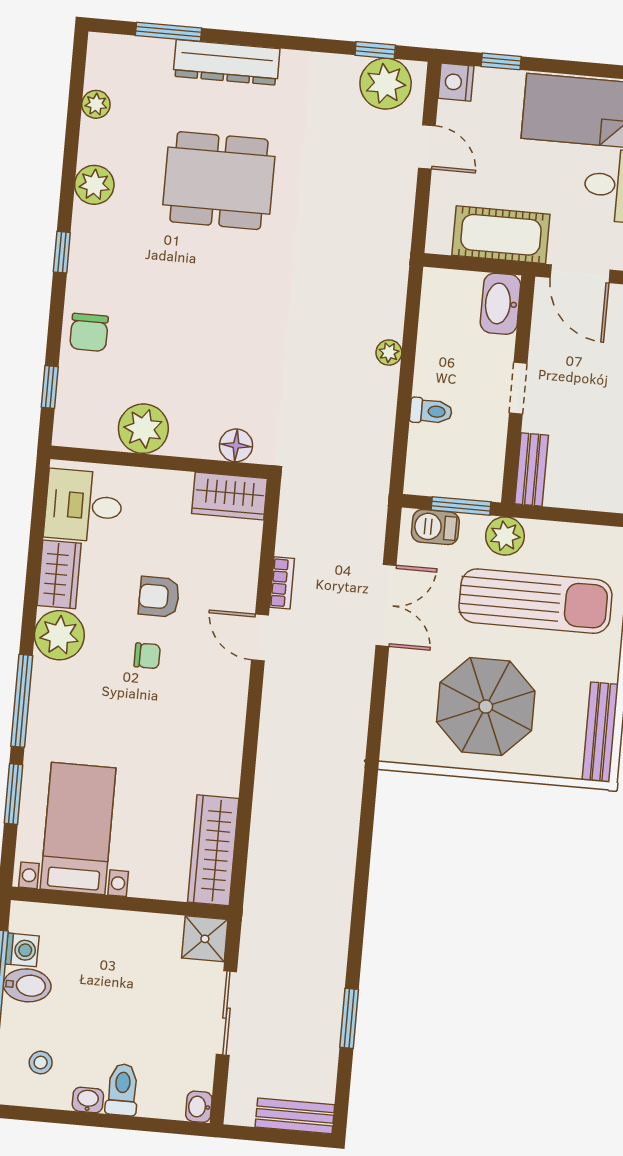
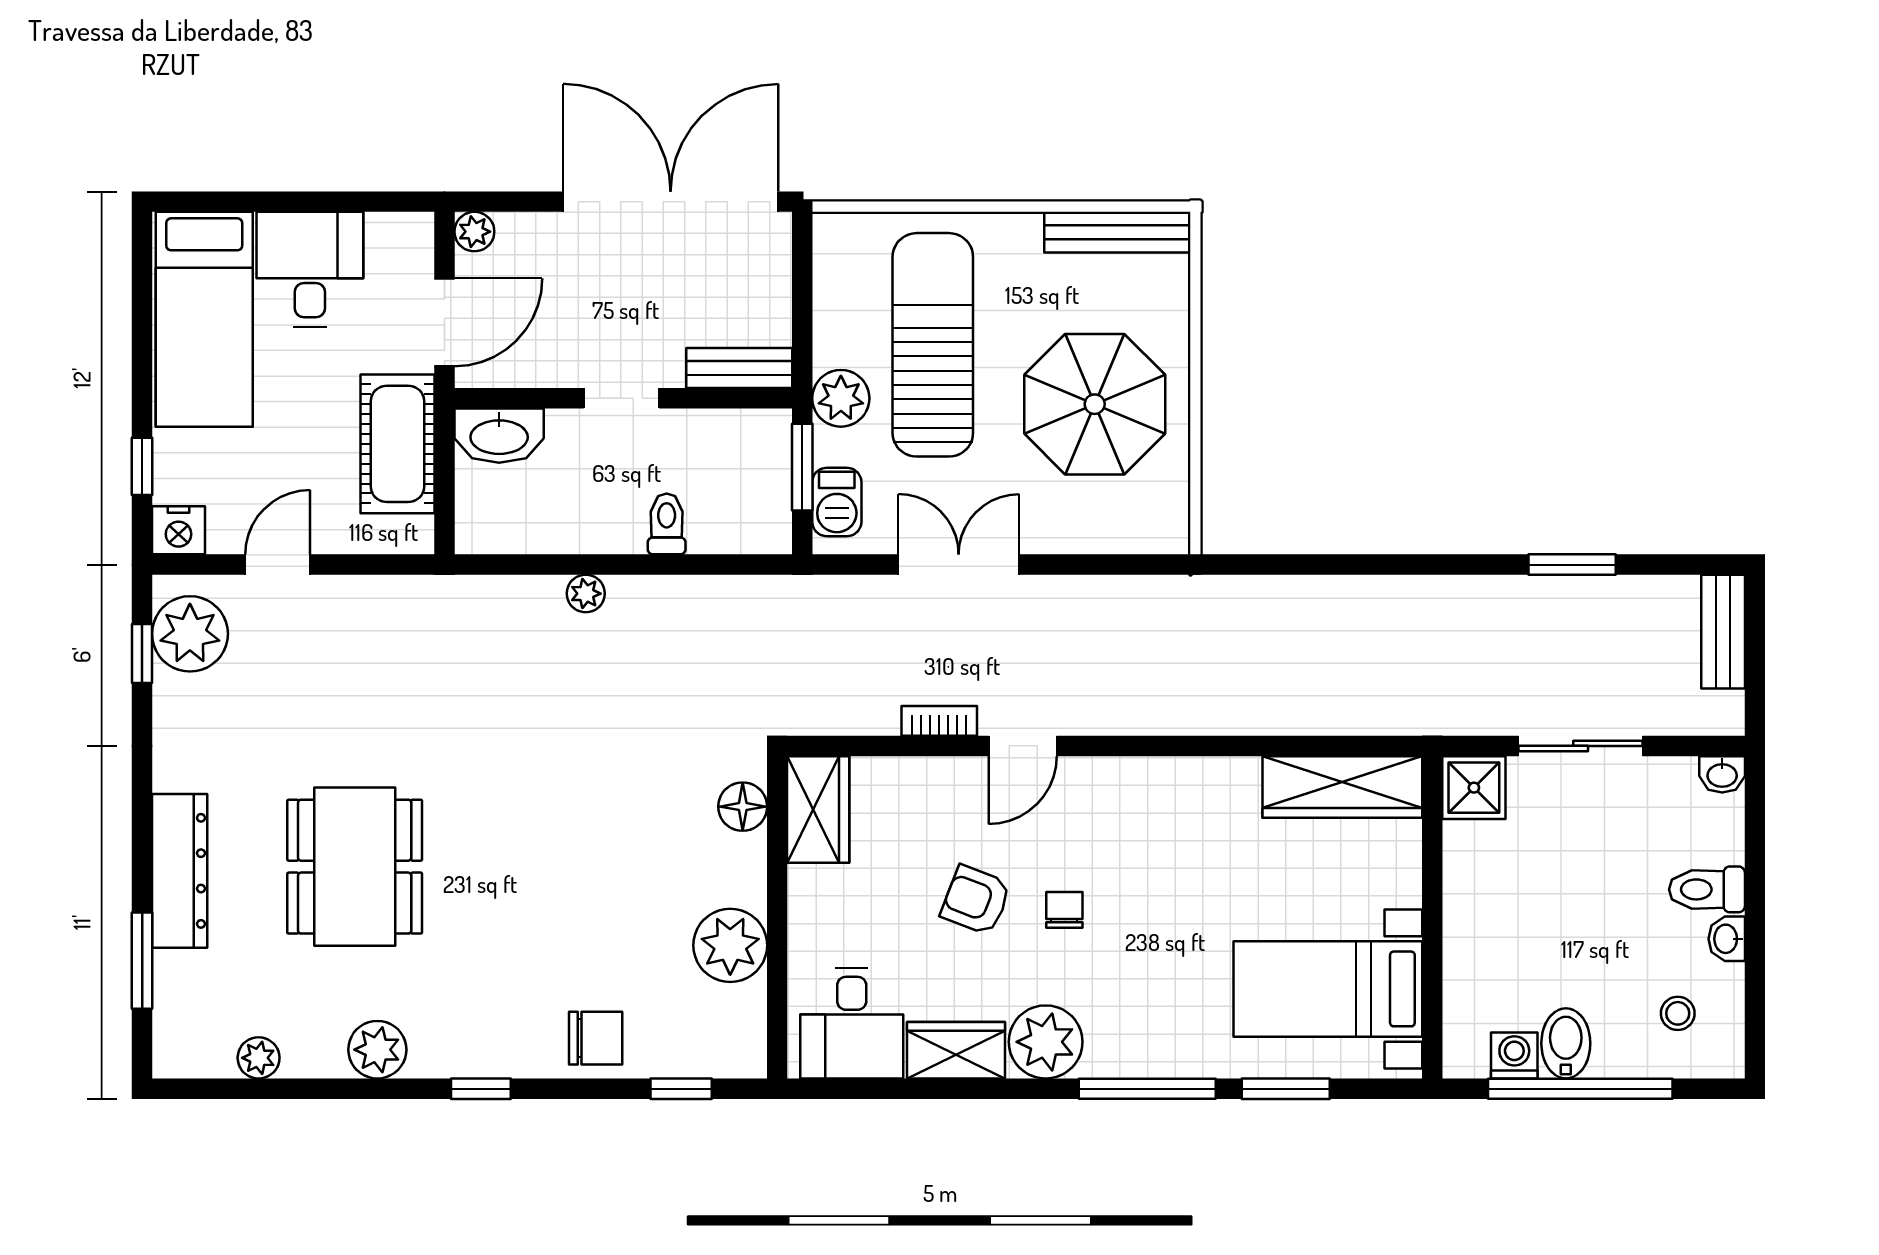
armchair: (159, 597) -> (976, 900), turned 111

